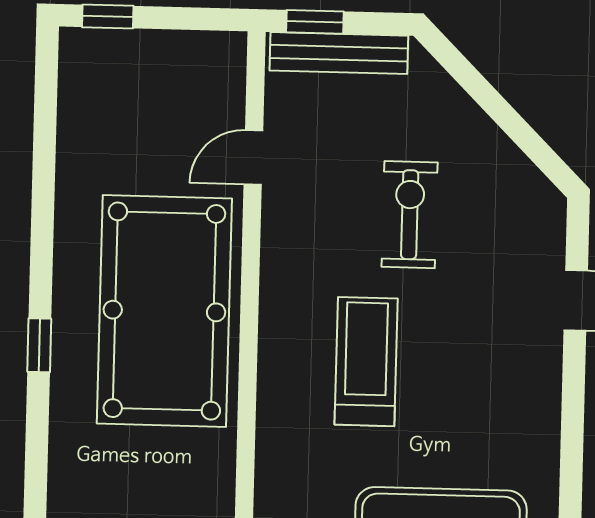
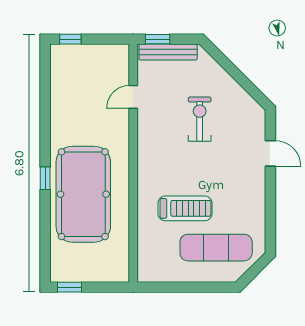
pool table: (164, 311) -> (83, 194), moved
treadmill: (366, 362) -> (185, 208), moved, turned 90

